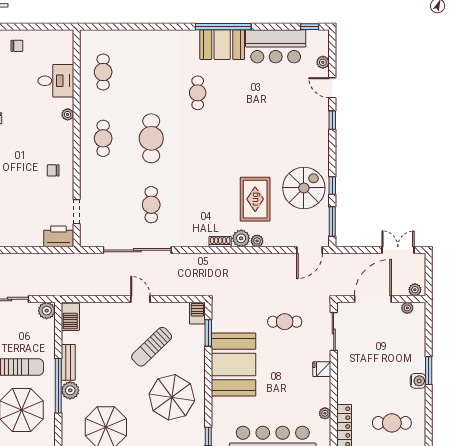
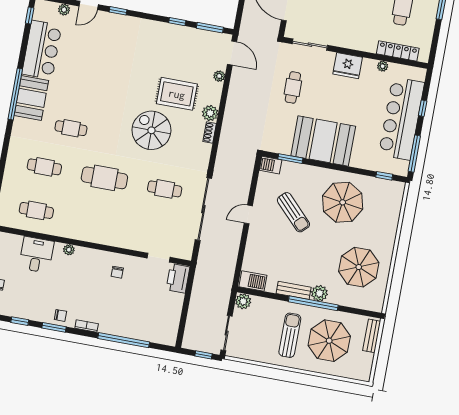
cafe table: (103, 138) -> (44, 167), moved
spiral stairs: (304, 188) -> (151, 130), moved
plant: (257, 241) -> (219, 76), moved
fridge: (322, 369) -> (348, 66), width x1.88, depth x1.34

